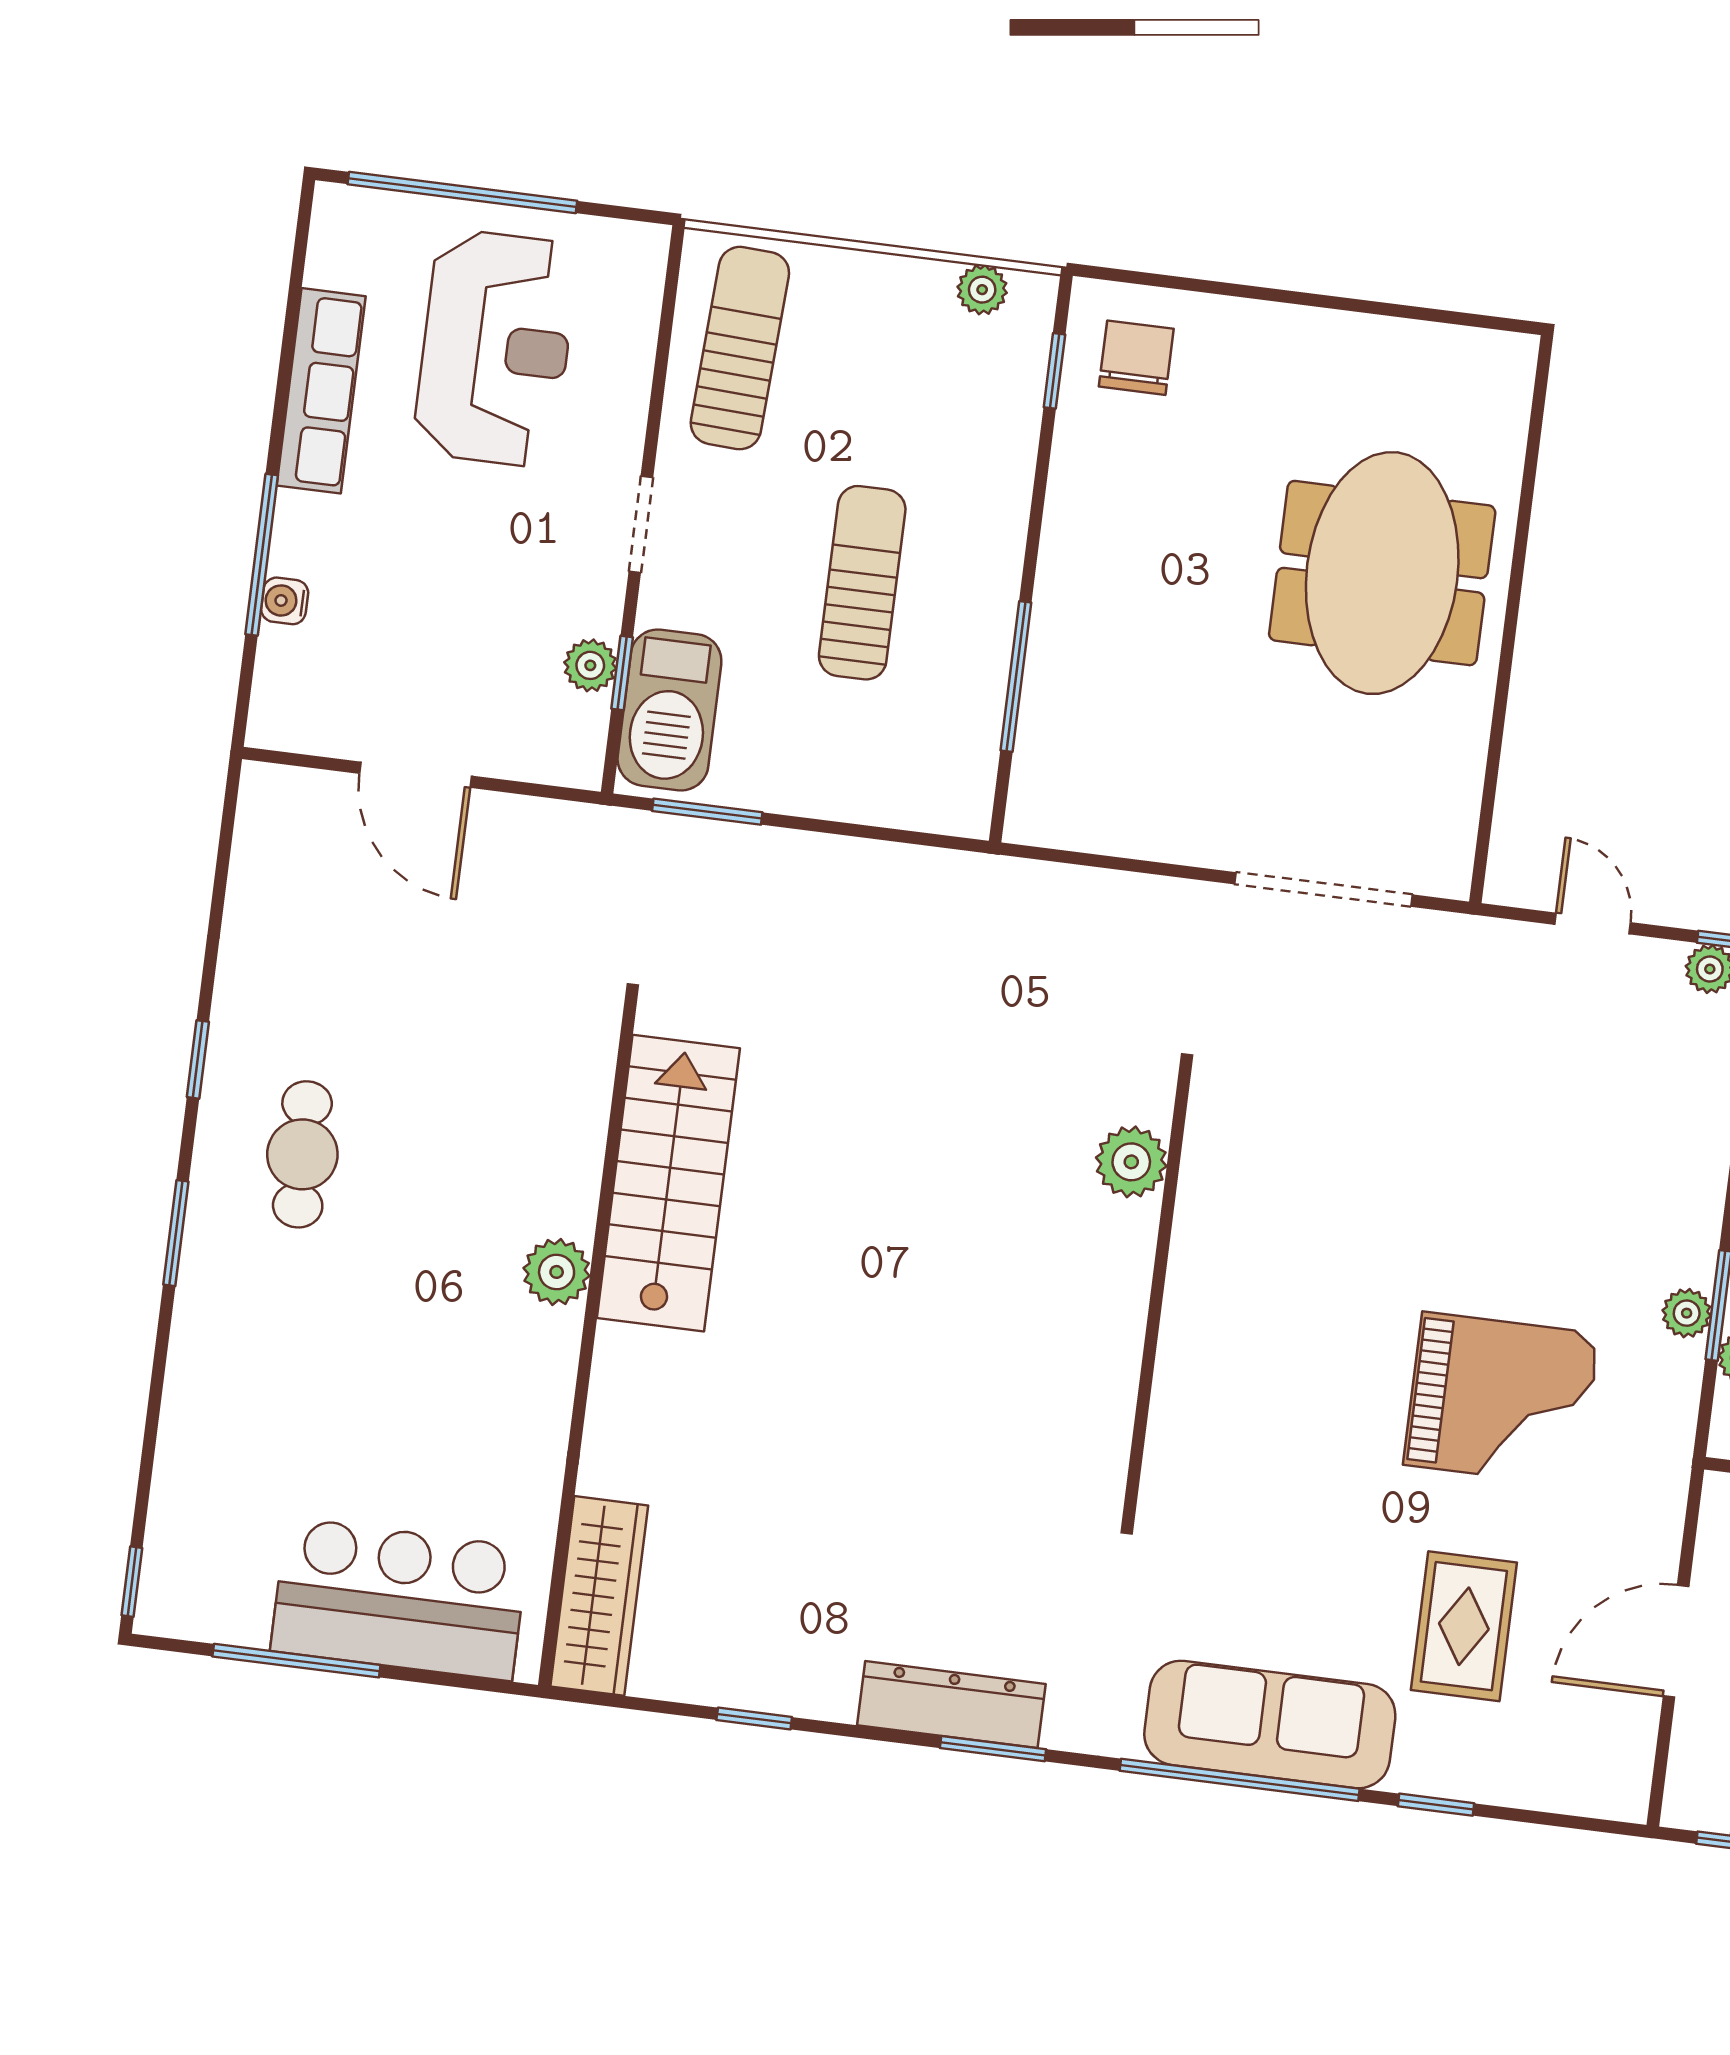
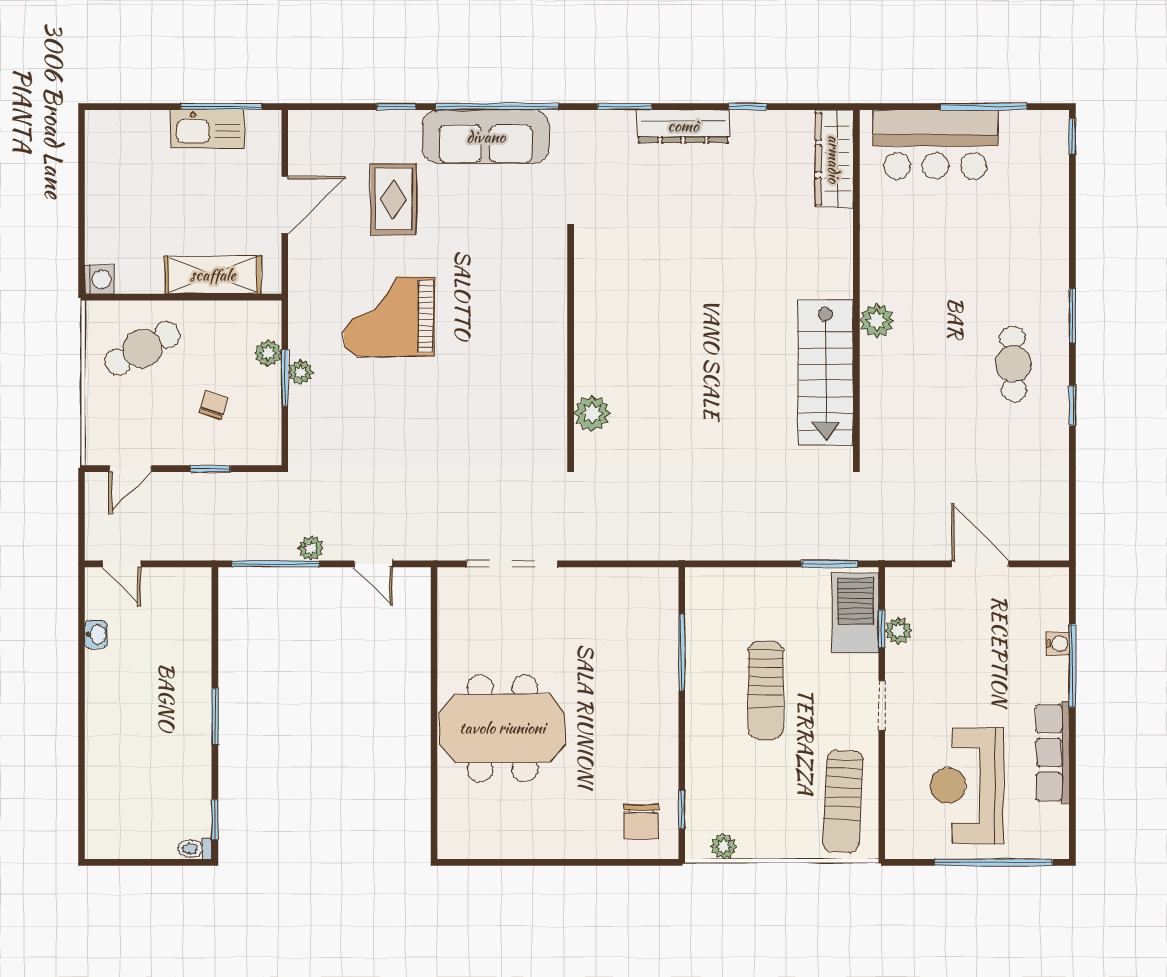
meeting table: (1382, 573) -> (502, 728), turned 90
dresser: (951, 1705) -> (683, 126), moved

